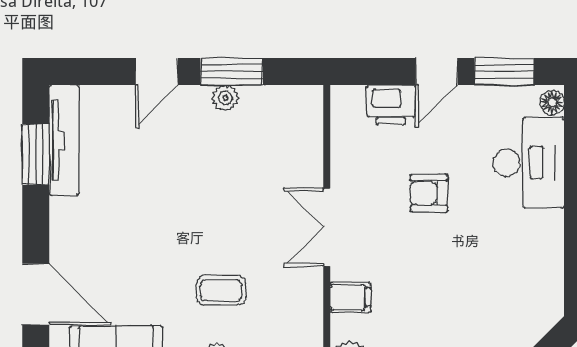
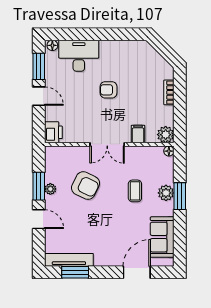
printer: (391, 105) -> (53, 132), moved
armchair: (233, 178) -> (86, 186), added
armchair: (429, 193) -> (109, 90), moved, turned 90

